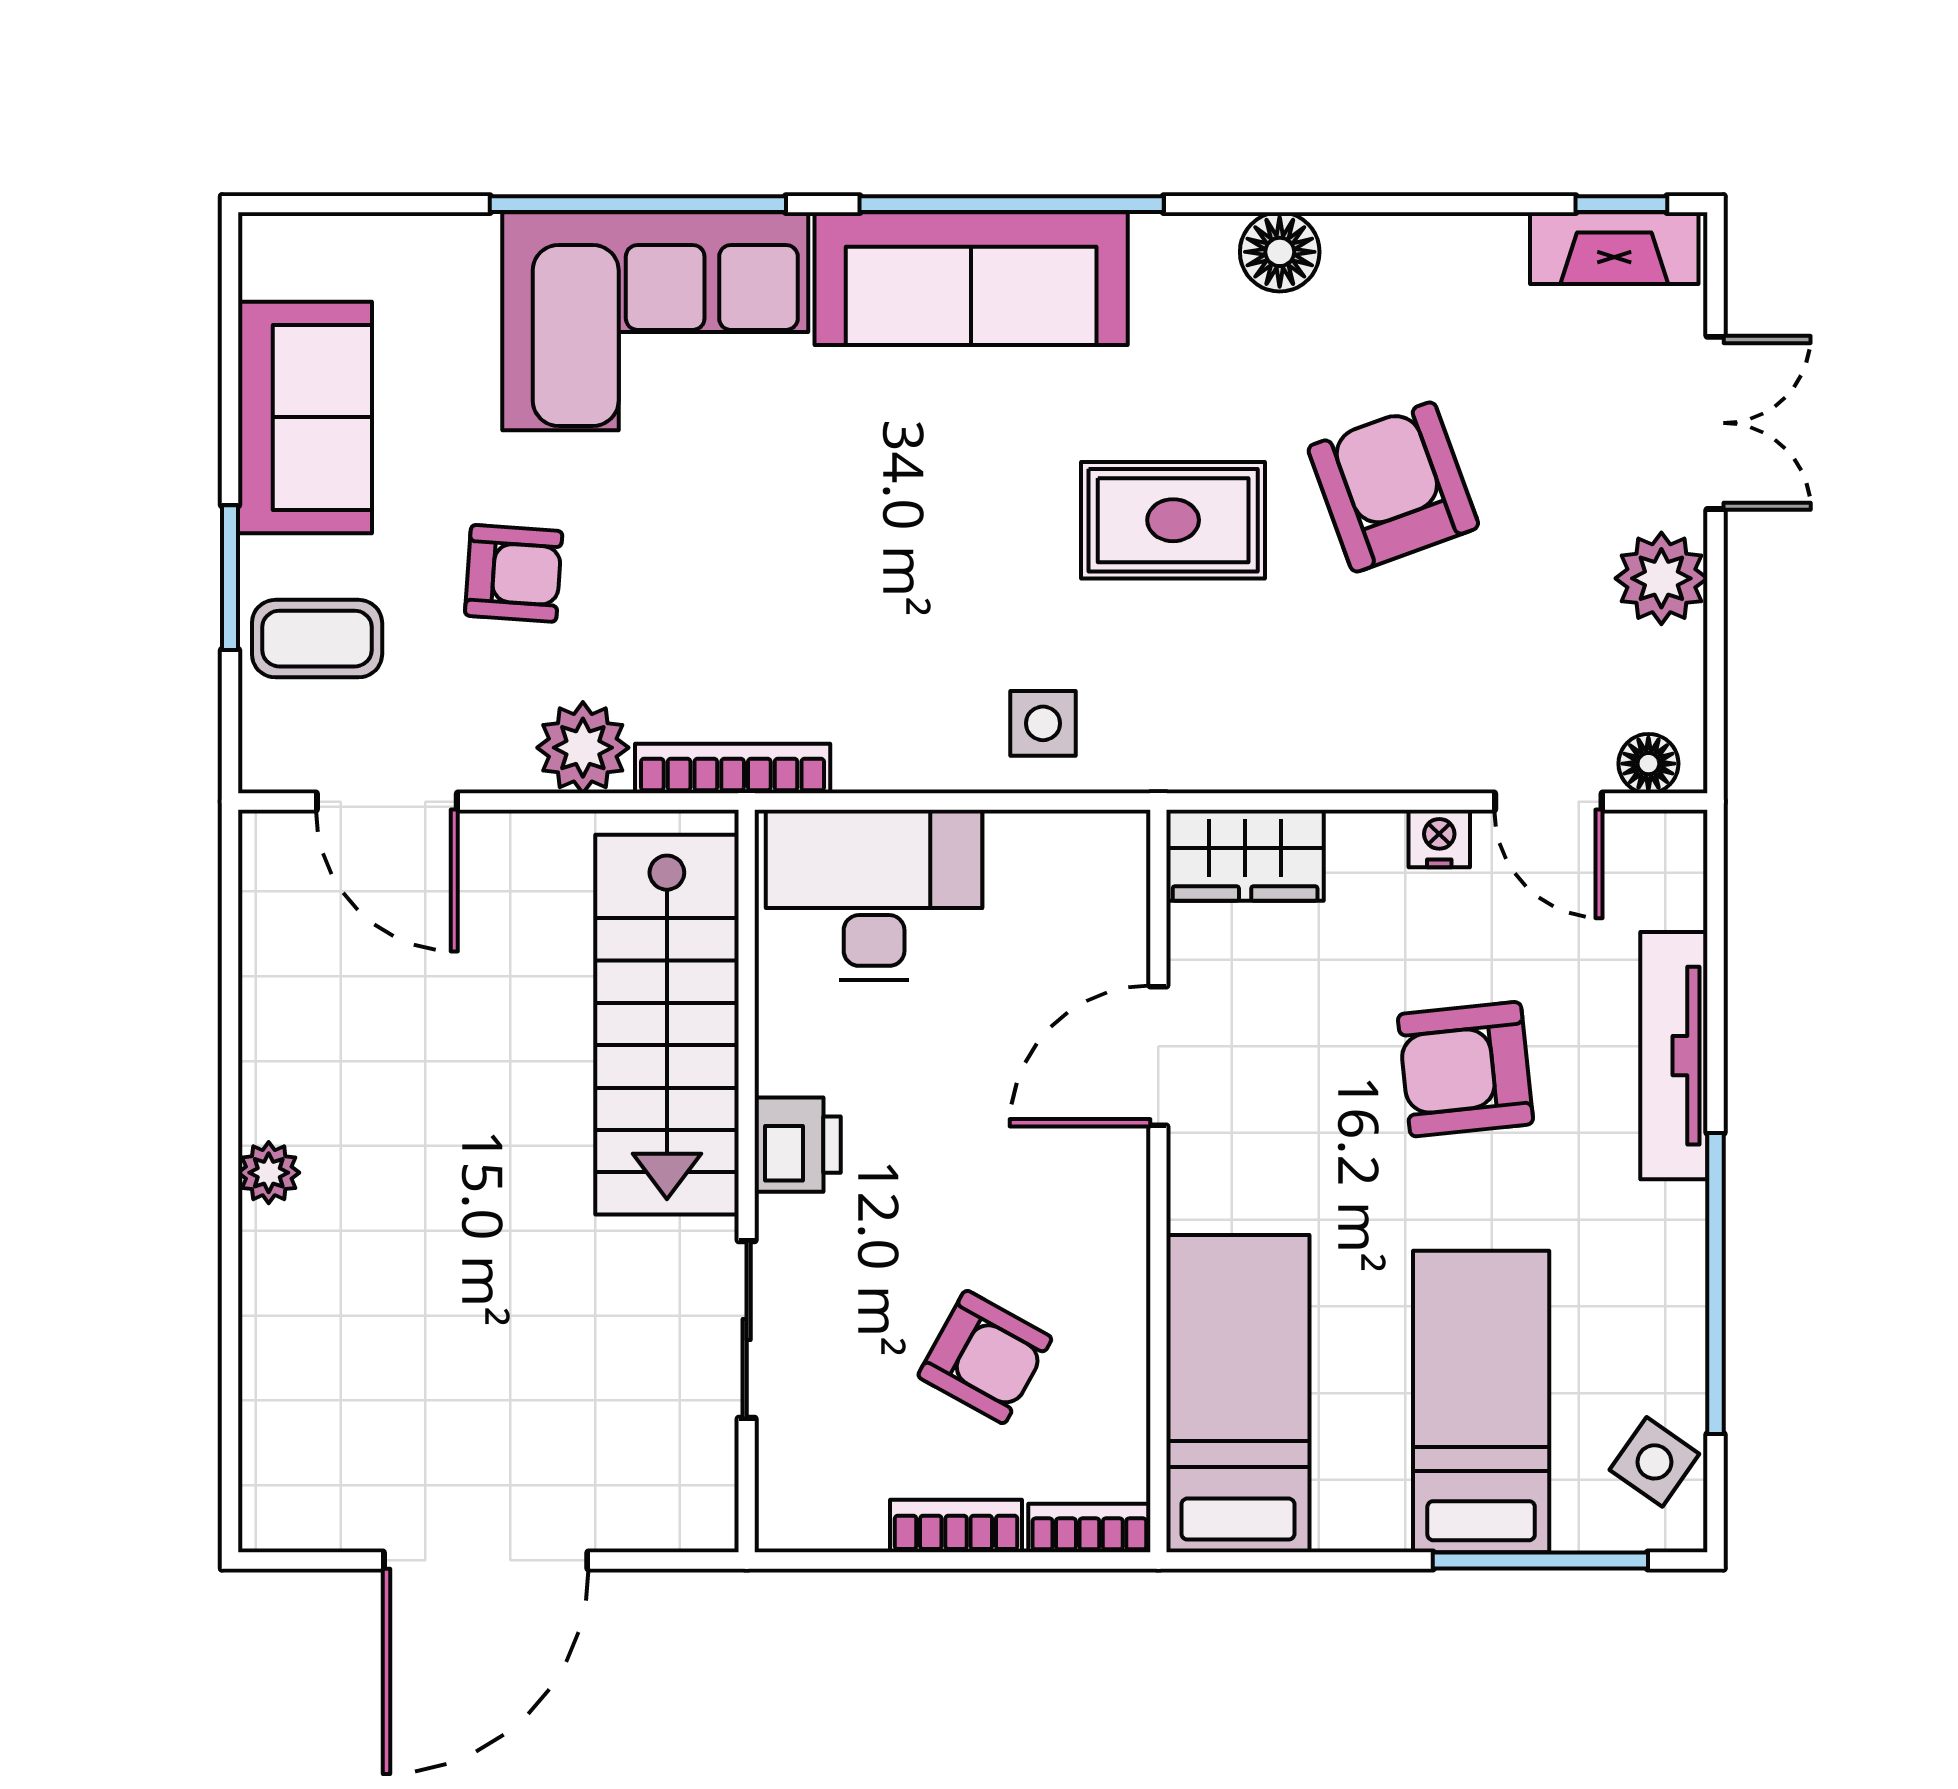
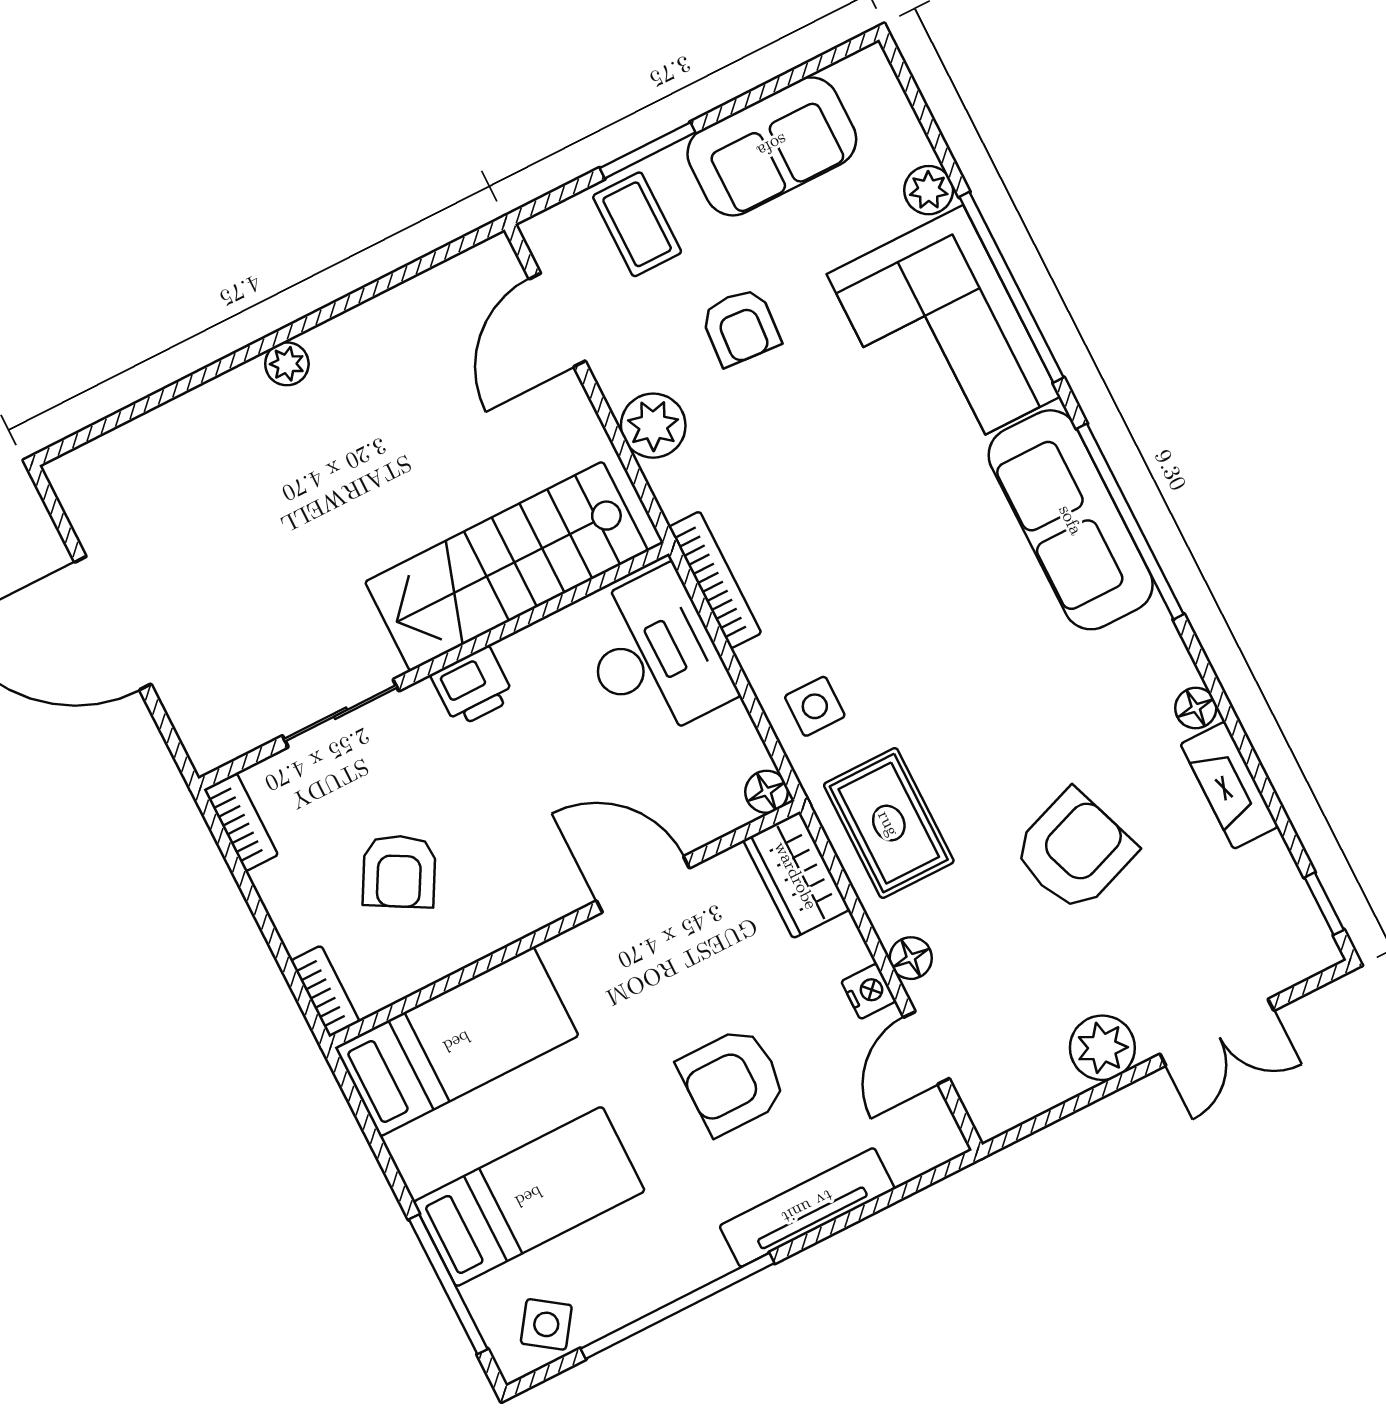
plant: (461, 247) -> (929, 190), added
fireplace: (1614, 248) -> (1229, 785), moved
floor lamp: (1280, 252) -> (1196, 708), width x0.73, depth x0.73
rug: (1173, 520) -> (889, 823), moved
floor lamp: (1648, 764) -> (911, 958), moved
bookcase: (733, 769) -> (715, 580), moved
floor lamp: (1120, 840) -> (767, 792), added
armchair: (1465, 1069) -> (732, 1081), turned -84
bookcase: (956, 1526) -> (241, 822), moved

